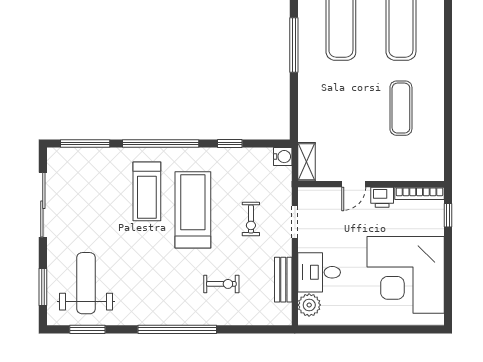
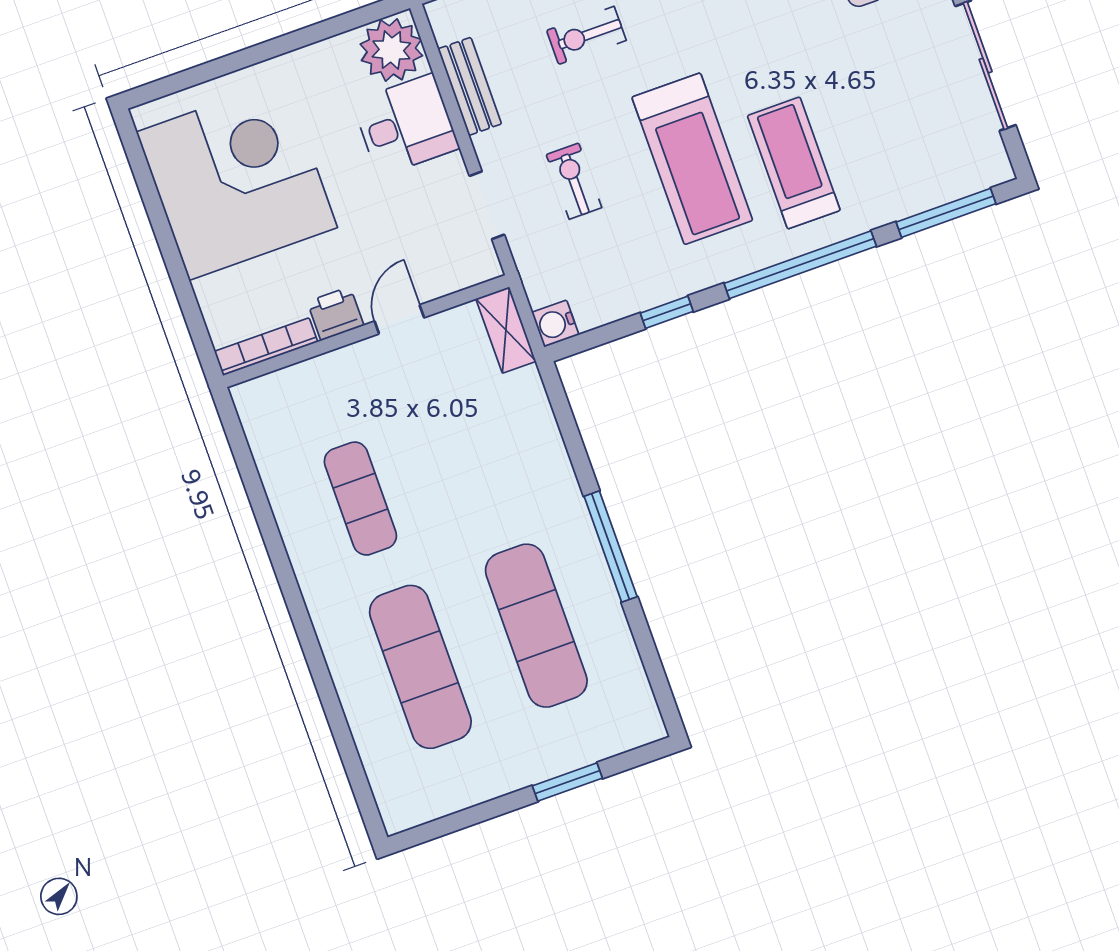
window: (448, 215) -> (196, 324), removed
plant: (309, 305) -> (391, 50), width x1.36, depth x1.36

